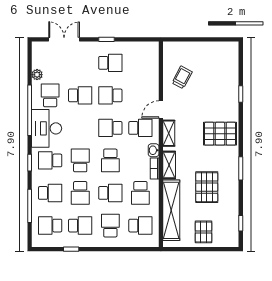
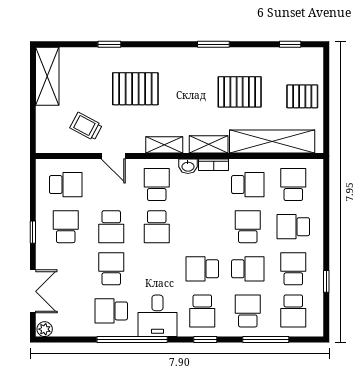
double door: (64, 39) -> (33, 291), swing flipped
shelving: (218, 50) -> (47, 76), added
plant: (37, 75) -> (45, 329), moved
door: (161, 109) -> (113, 156), moved
desk: (47, 128) -> (157, 316), width x0.73
pallet: (220, 134) -> (135, 89), moved, turned 90
school desk: (110, 160) -> (66, 185), moved

